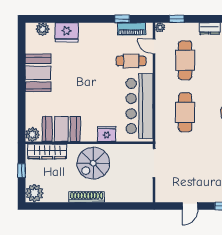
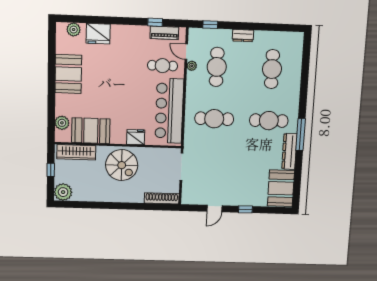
plant: (160, 27) -> (192, 66), moved
cafe table: (185, 112) -> (214, 119), turned 90
plant: (32, 134) -> (62, 123), moved
spiral stairs: (93, 163) -> (122, 165), turned -90
shoe rack: (87, 197) -> (162, 198), moved

